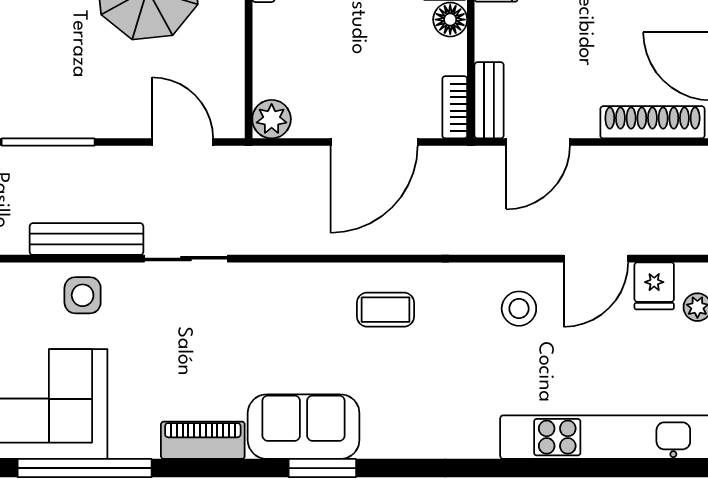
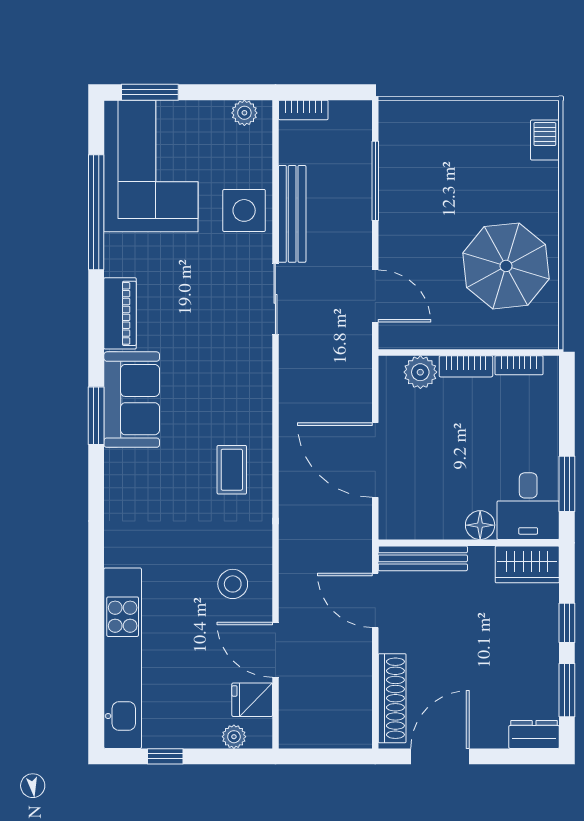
bench: (489, 100) -> (423, 558), width x1.36
bookcase: (455, 107) -> (466, 366), moved, turned 180
plant: (272, 119) -> (420, 372), moved
door: (183, 142) -> (375, 296), hinge flipped
side table: (83, 295) -> (244, 210), width x1.37, depth x1.37

